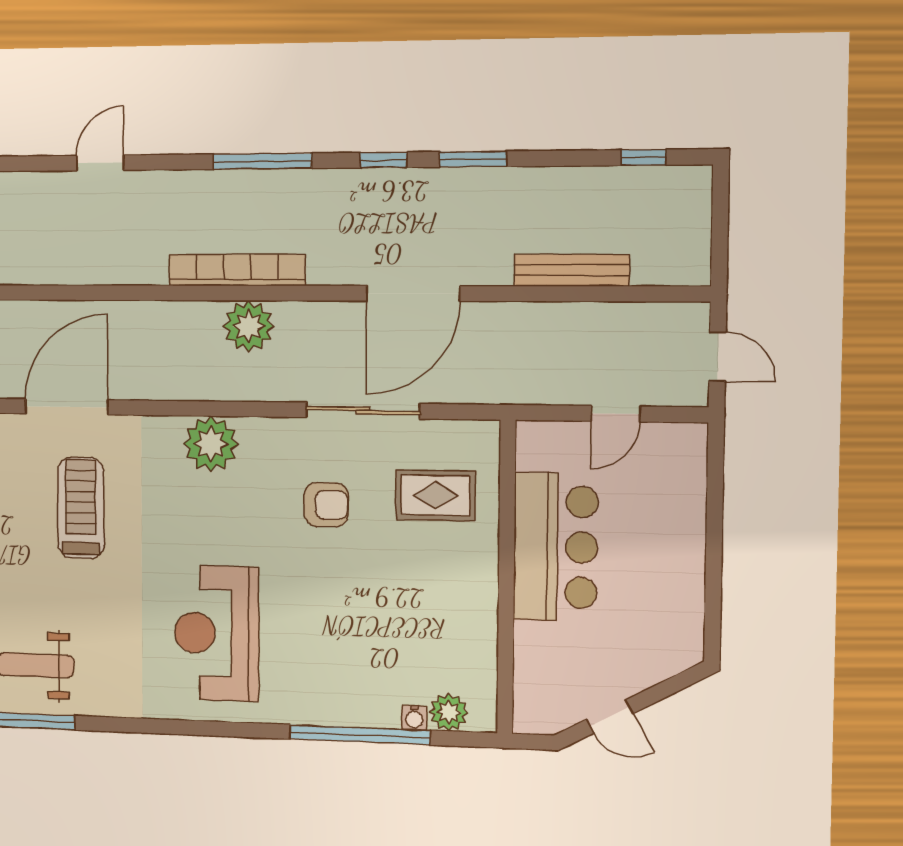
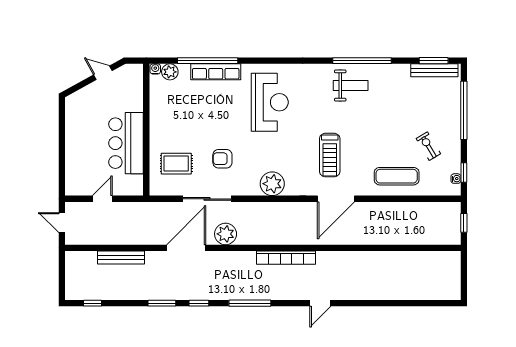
bookcase: (237, 270) -> (286, 258), moved
plant: (249, 326) -> (226, 234), moved
row of seats: (341, 708) -> (216, 72), added
water cooler: (414, 718) -> (155, 69), moved

